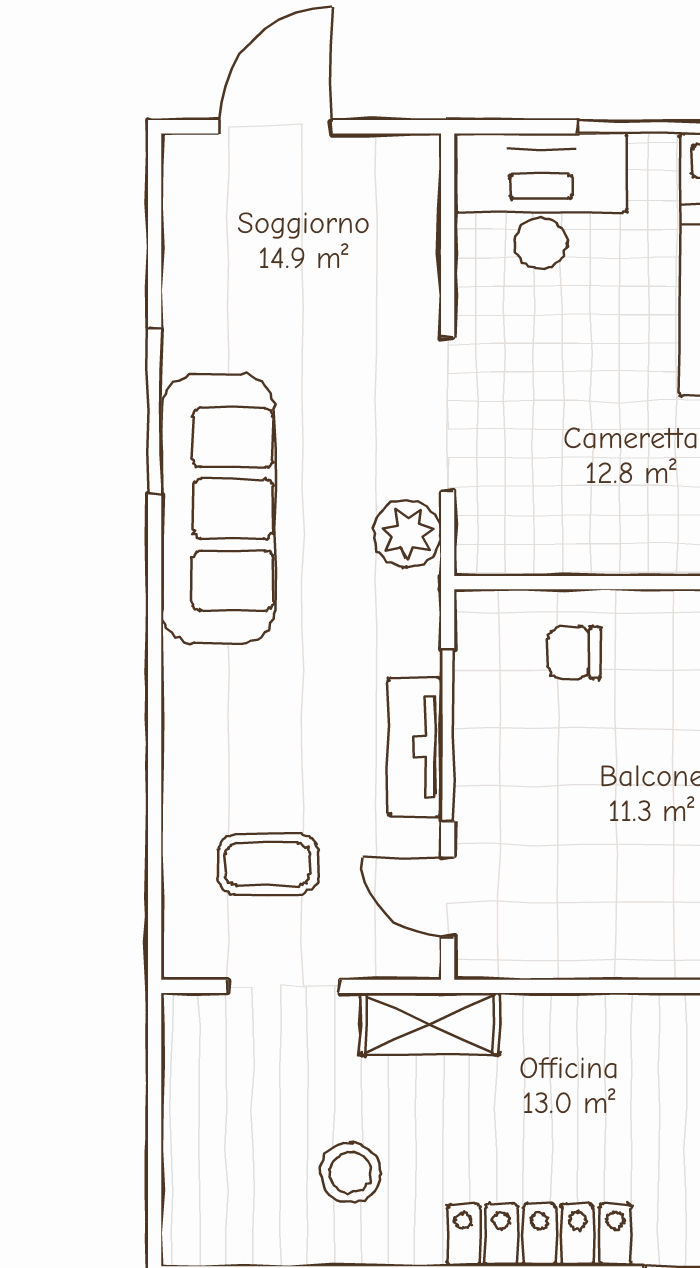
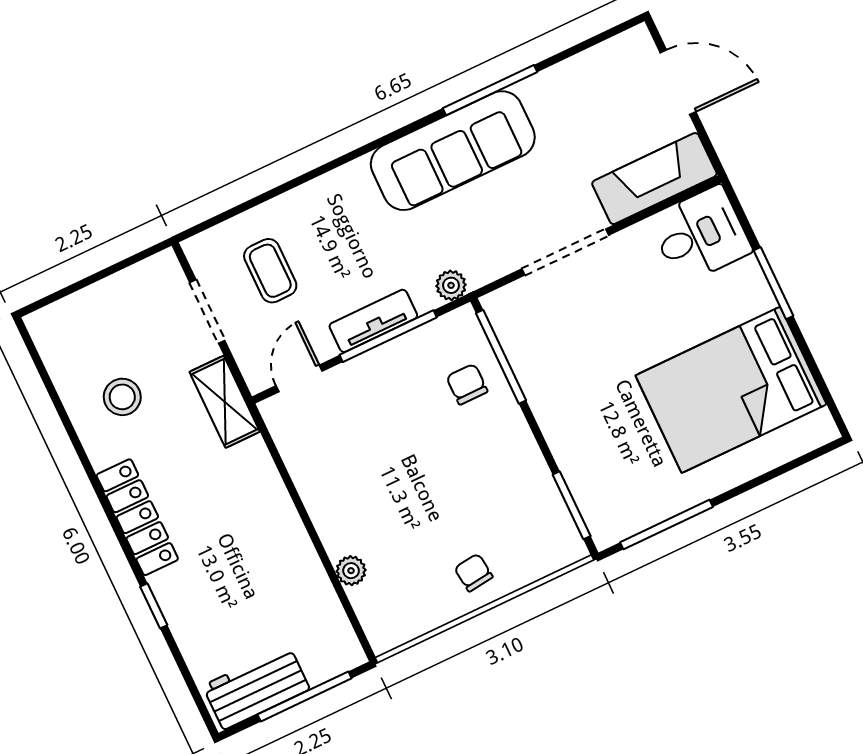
desk: (541, 201) -> (700, 235), width x0.73
fireplace: (401, 230) -> (654, 179), added
plant: (407, 534) -> (451, 285), moved, width x0.73, depth x0.73
window: (558, 583) -> (501, 357), added

